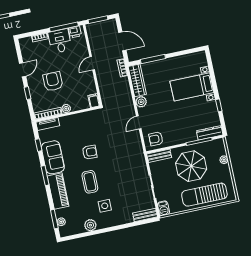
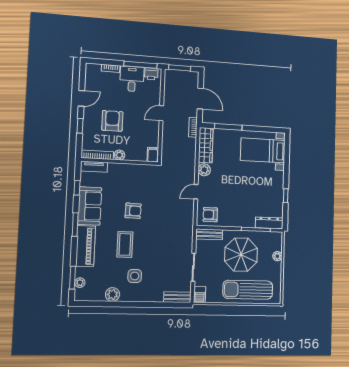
bed with nightstands: (192, 87) -> (263, 150), moved

